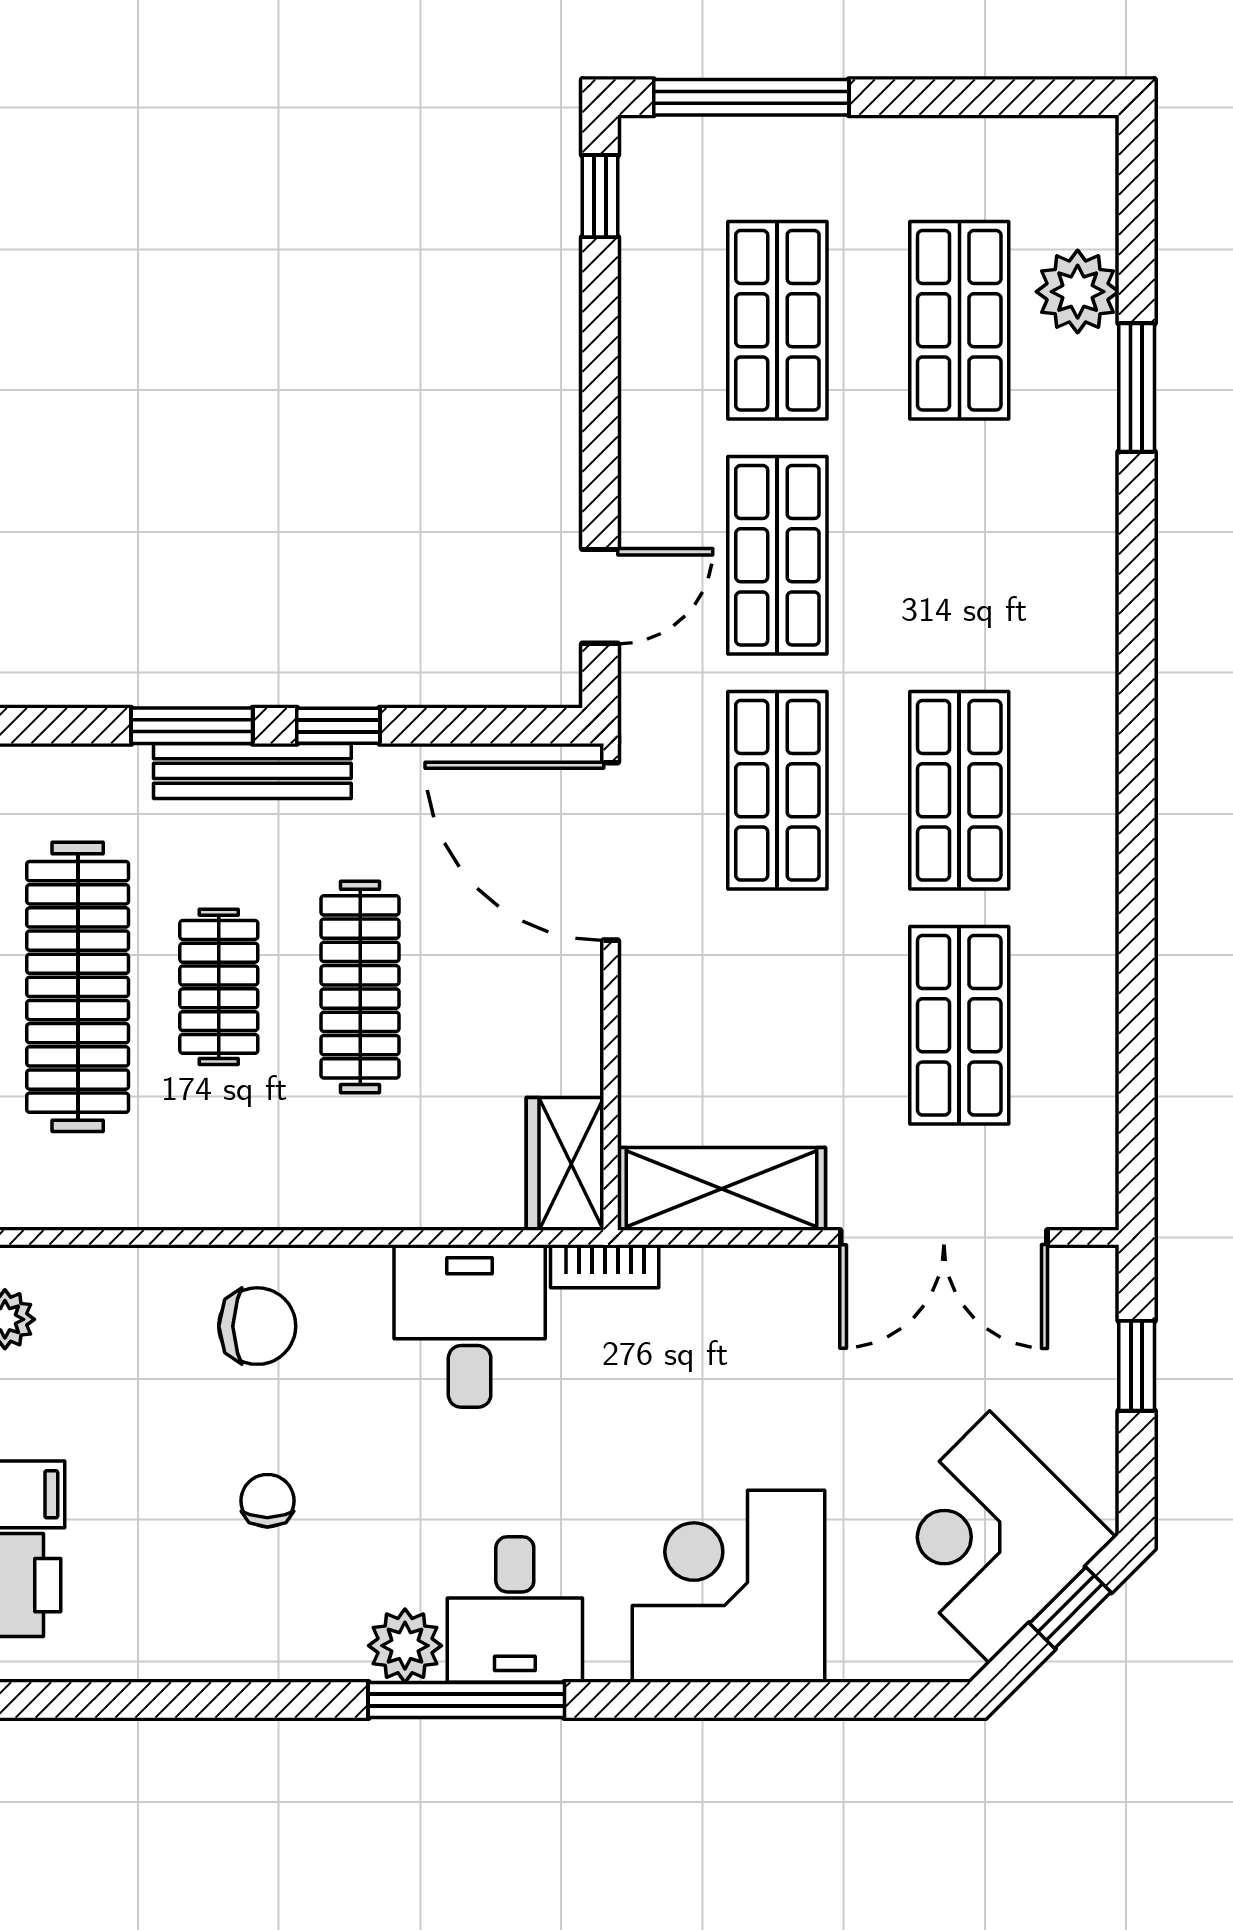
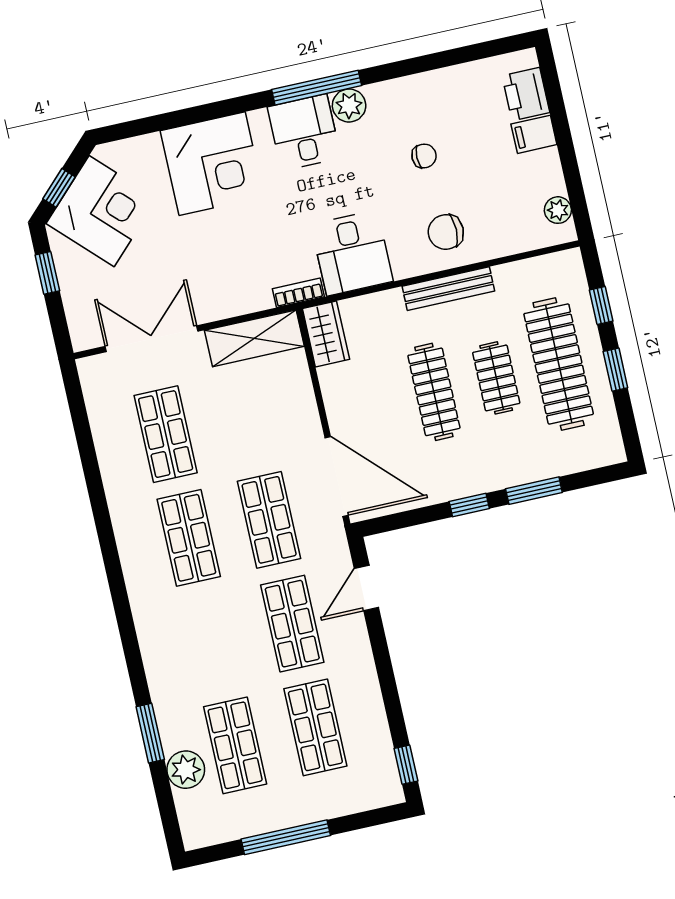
window: (751, 97) -> (286, 837), moved
bench: (252, 771) -> (448, 289), moved
window: (1137, 1366) -> (47, 273), moved
chair: (267, 1501) -> (424, 156), turned -90

